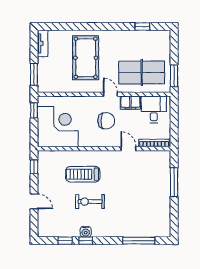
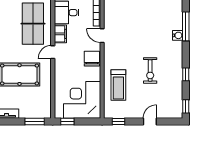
chair: (106, 121) -> (92, 59), moved
door: (128, 149) -> (102, 36), hinge flipped
treadmill: (83, 174) -> (118, 85), moved
water cooler: (86, 232) -> (178, 35), moved
window: (65, 241) -> (186, 106), moved

